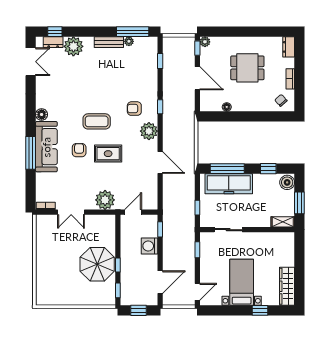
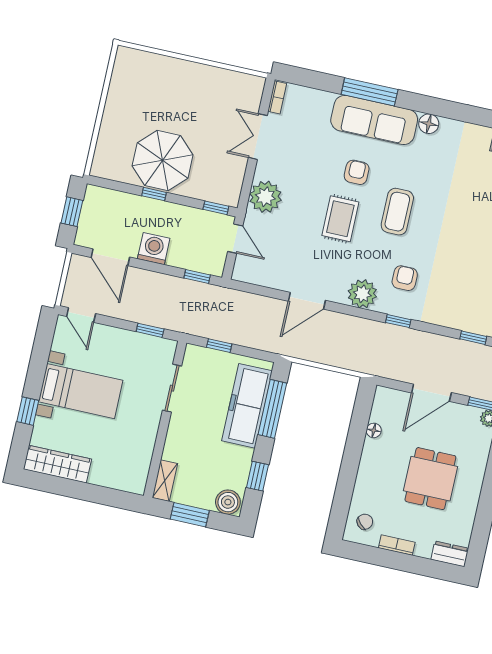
armchair: (79, 150) -> (357, 172), turned -90
washing machine: (149, 246) -> (154, 249), moved
window: (118, 290) -> (216, 208), moved

